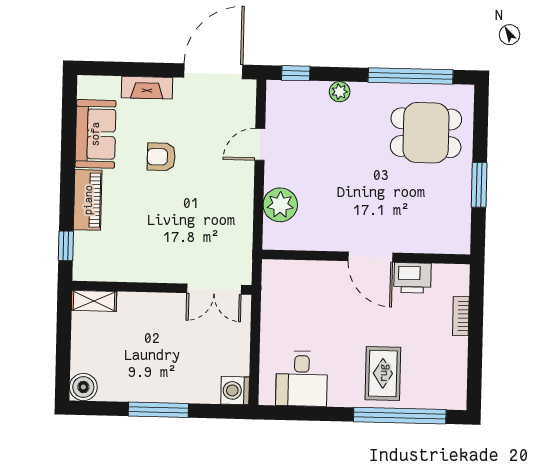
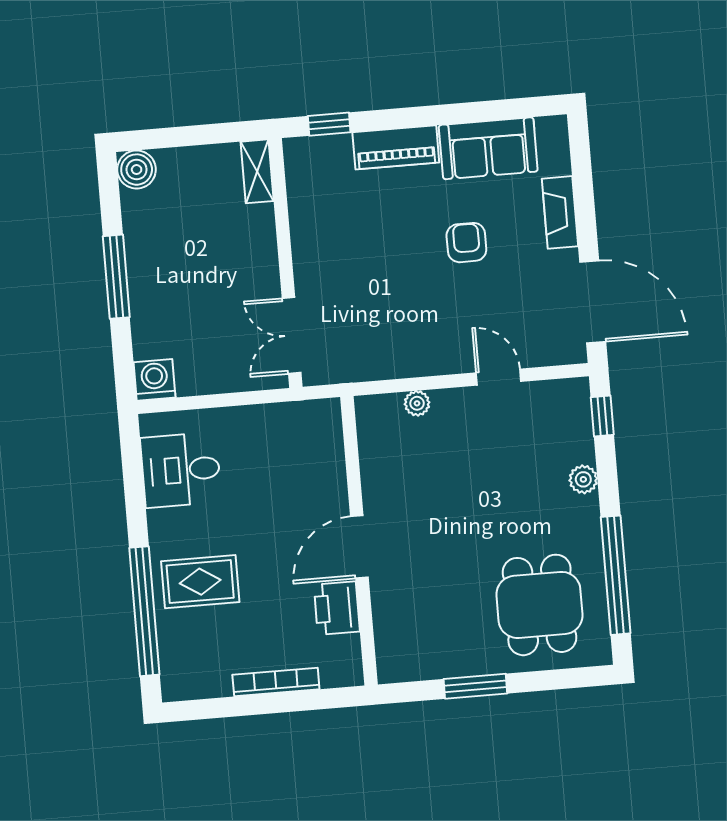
plant: (280, 205) -> (417, 403), width x0.53, depth x0.53
bookcase: (461, 316) -> (276, 682), width x1.56

